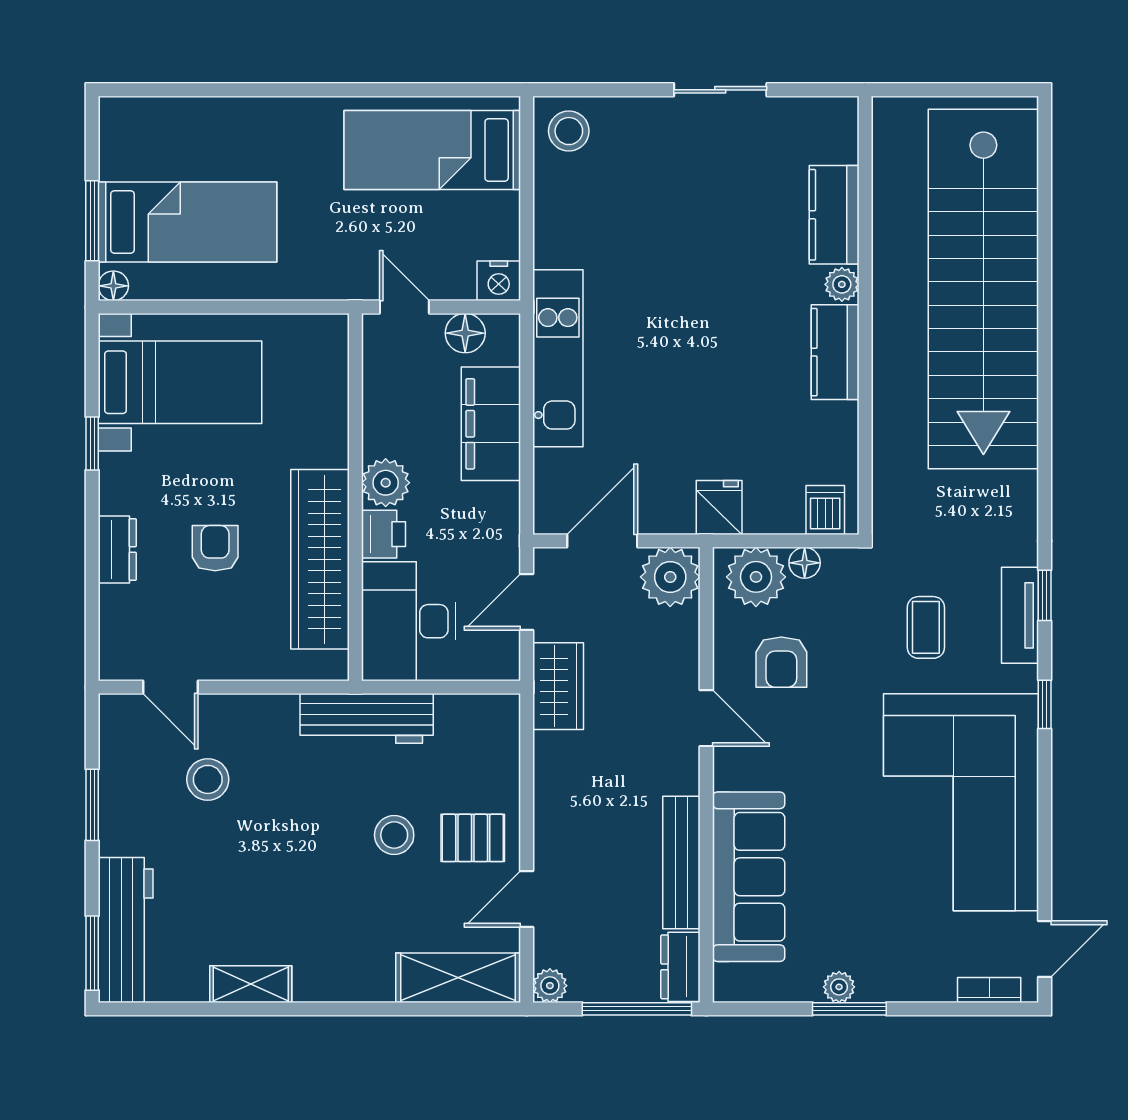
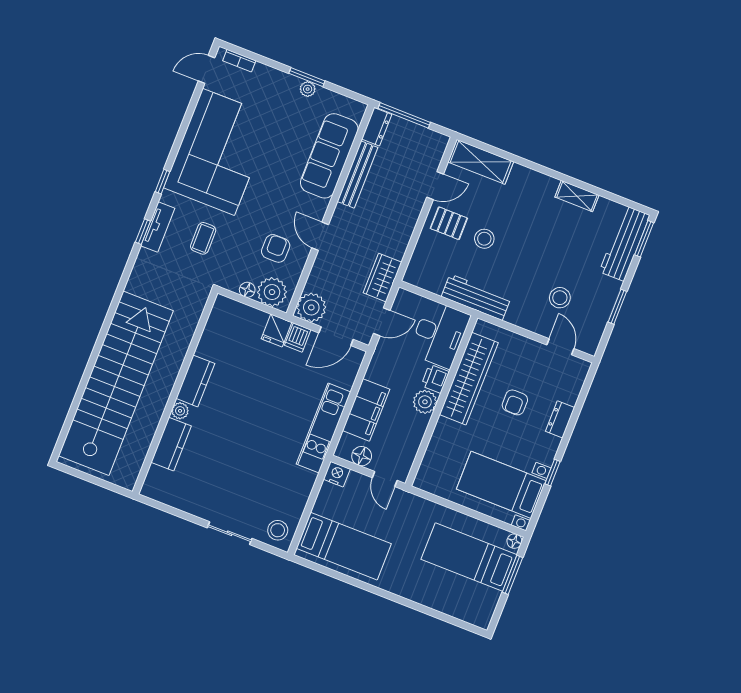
sliding door: (720, 90) -> (230, 533), moved
dishwasher: (825, 510) -> (298, 338), moved
plant: (550, 986) -> (440, 142), removed

